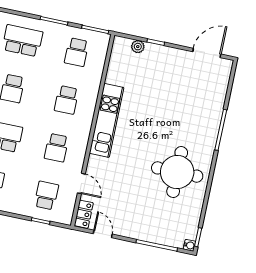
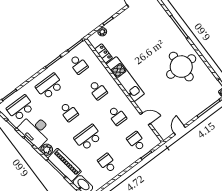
locker: (84, 214) -> (103, 54), moved
door: (103, 234) -> (180, 130), hinge flipped

